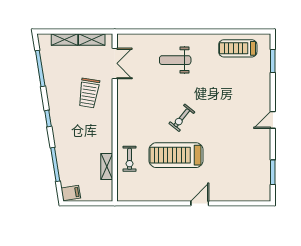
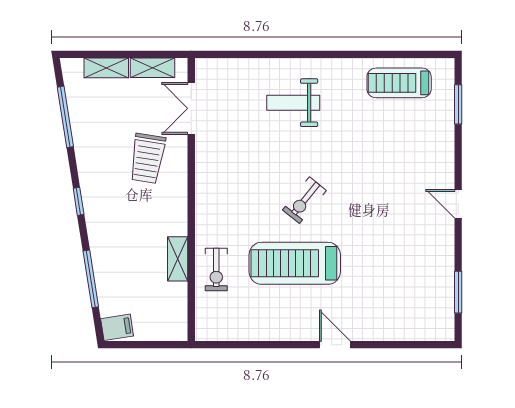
double door: (115, 63) -> (191, 108), swing flipped
door: (273, 120) -> (458, 204), hinge flipped
shelving: (107, 167) -> (178, 259), moved
door: (200, 203) -> (335, 345), hinge flipped

